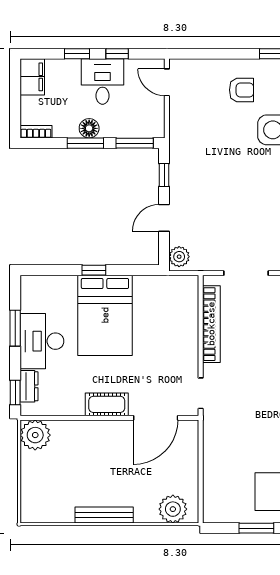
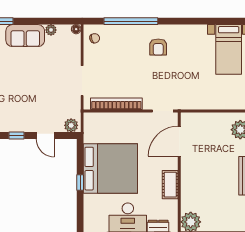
bed: (105, 315) -> (110, 169), width x1.36
cot: (107, 404) -> (170, 185), moved
door: (156, 418) -> (179, 141), swing flipped

